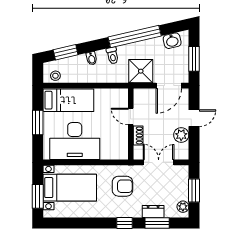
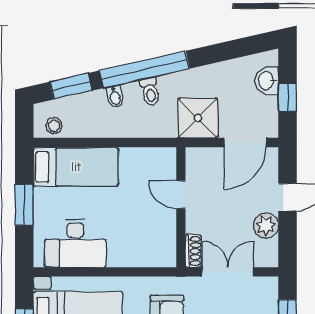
window: (135, 36) -> (145, 69), moved
washbasin: (172, 41) -> (267, 81), moved, turned 103
window: (194, 59) -> (288, 97), width x0.67
shoe rack: (138, 135) -> (193, 251), moved
desk: (75, 141) -> (75, 243), width x0.73, depth x0.77

